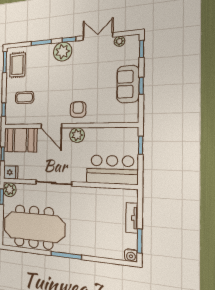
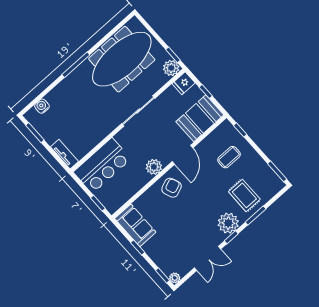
plant: (119, 41) -> (175, 278), moved
rug: (17, 65) -> (244, 195), moved
sofa: (128, 84) -> (135, 225), moved
armchair: (78, 110) -> (172, 188), turned -112
door: (51, 126) -> (183, 155), swing flipped
tv unit: (132, 218) -> (64, 154), moved
water cooler: (131, 255) -> (42, 106), moved

